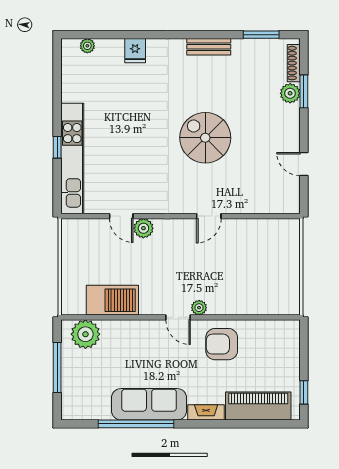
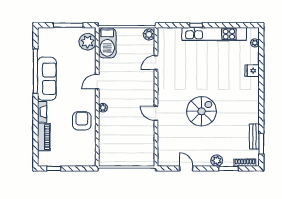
bench: (209, 47) -> (254, 136), moved
plant: (290, 93) -> (217, 161), moved
kitchen unit: (72, 159) -> (214, 34), moved
door: (304, 164) -> (186, 168), hinge flipped
plant: (143, 228) -> (149, 35), moved
barbecue: (112, 300) -> (107, 43), moved
door: (178, 317) -> (97, 82), moved
piano: (258, 406) -> (44, 137), width x0.73, depth x0.75

